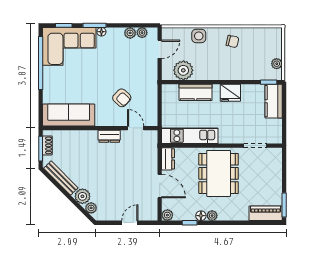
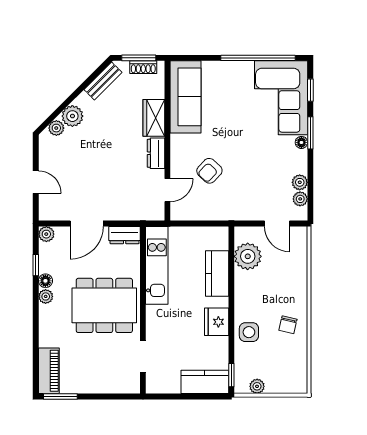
side table: (199, 36) -> (249, 332), moved
wardrobe: (84, 138) -> (154, 118), added
bench: (61, 178) -> (103, 81), width x0.73

